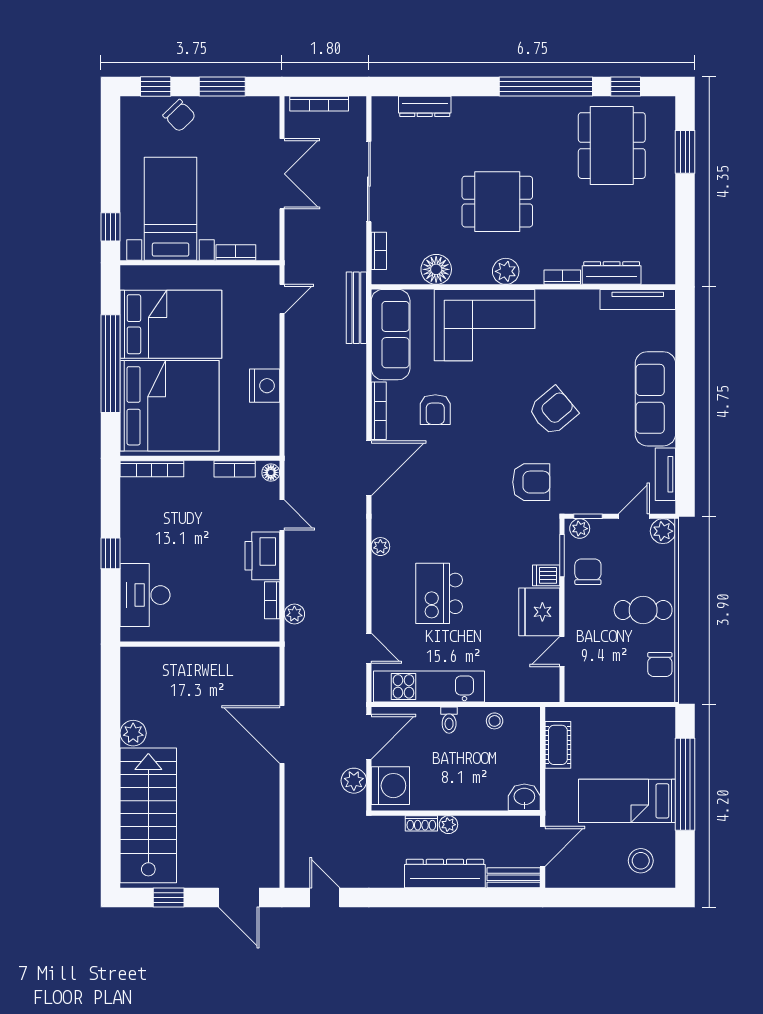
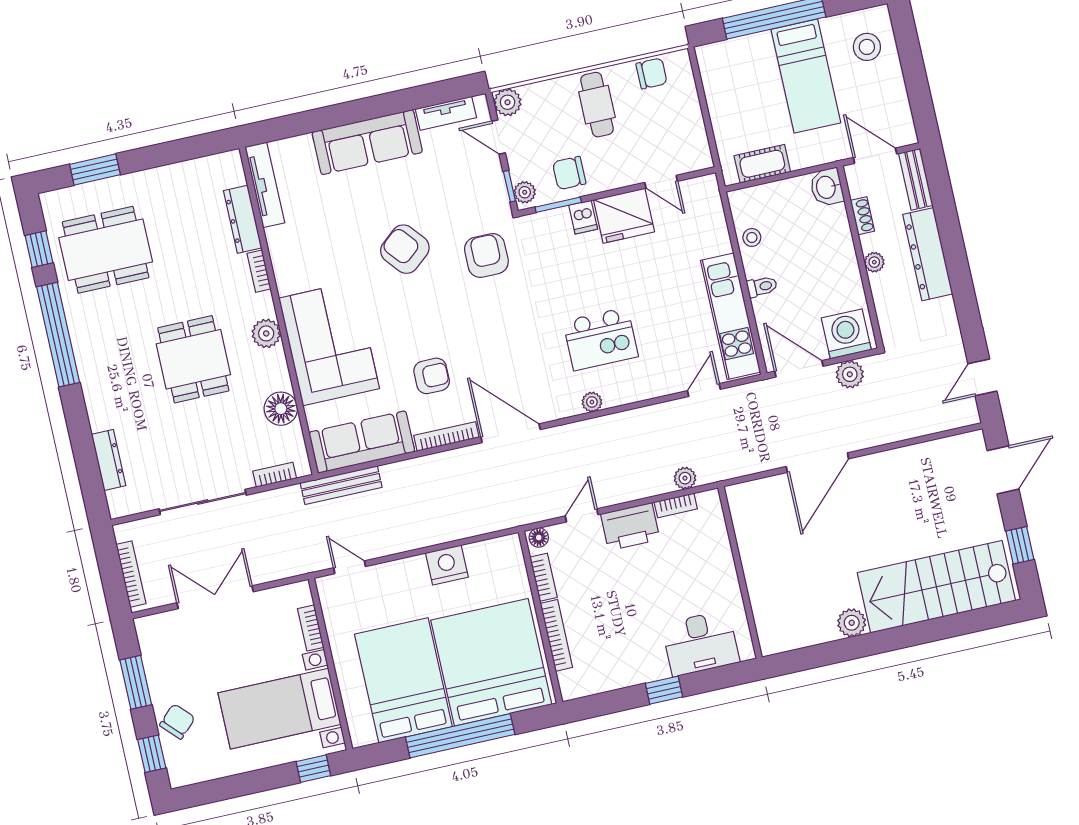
bookcase: (152, 469) -> (556, 635), moved
kitchen island: (439, 593) -> (601, 339), moved
shoe rack: (421, 823) -> (862, 216), moved

